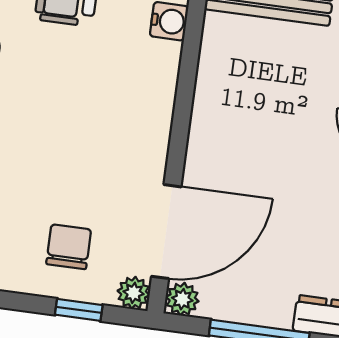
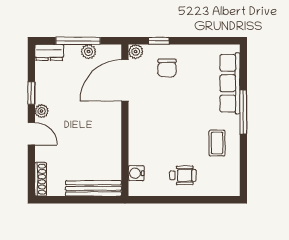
plant: (182, 299) -> (88, 52), moved

